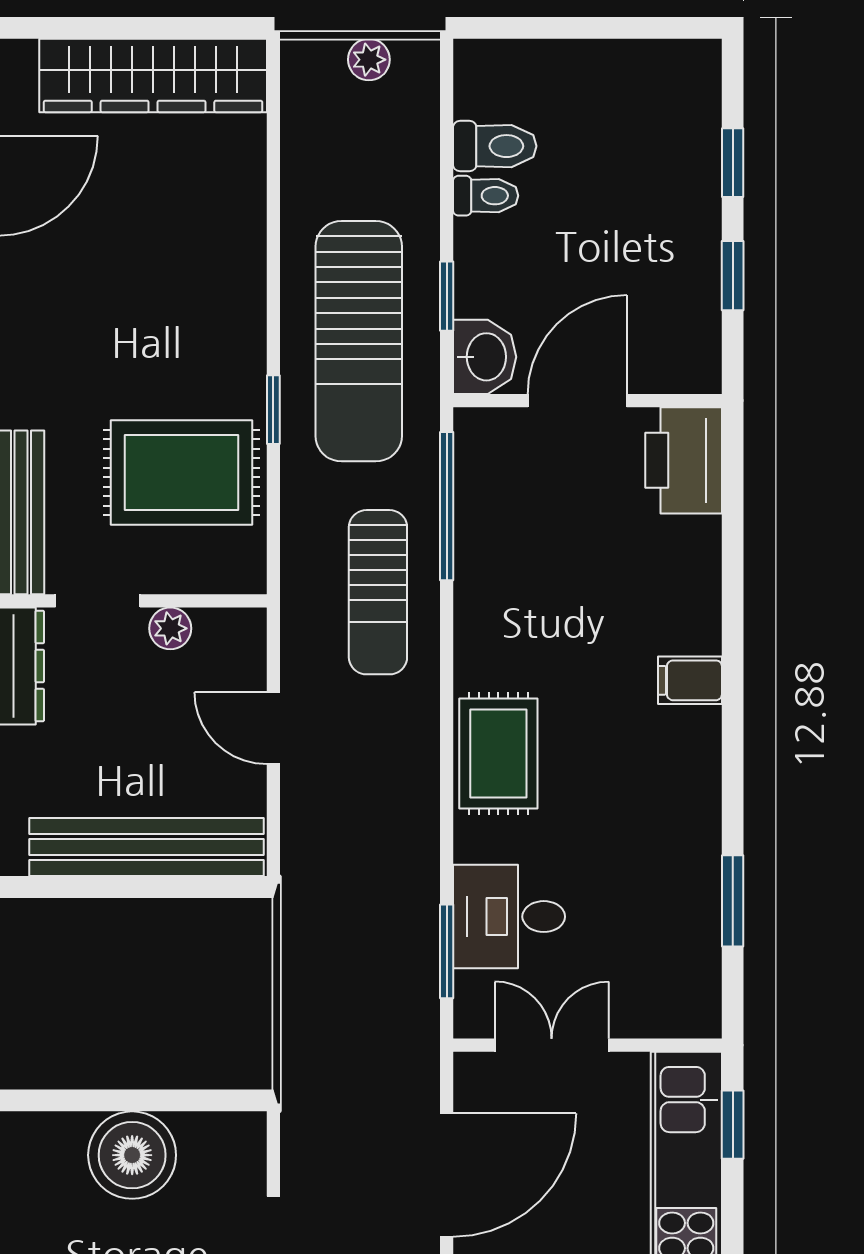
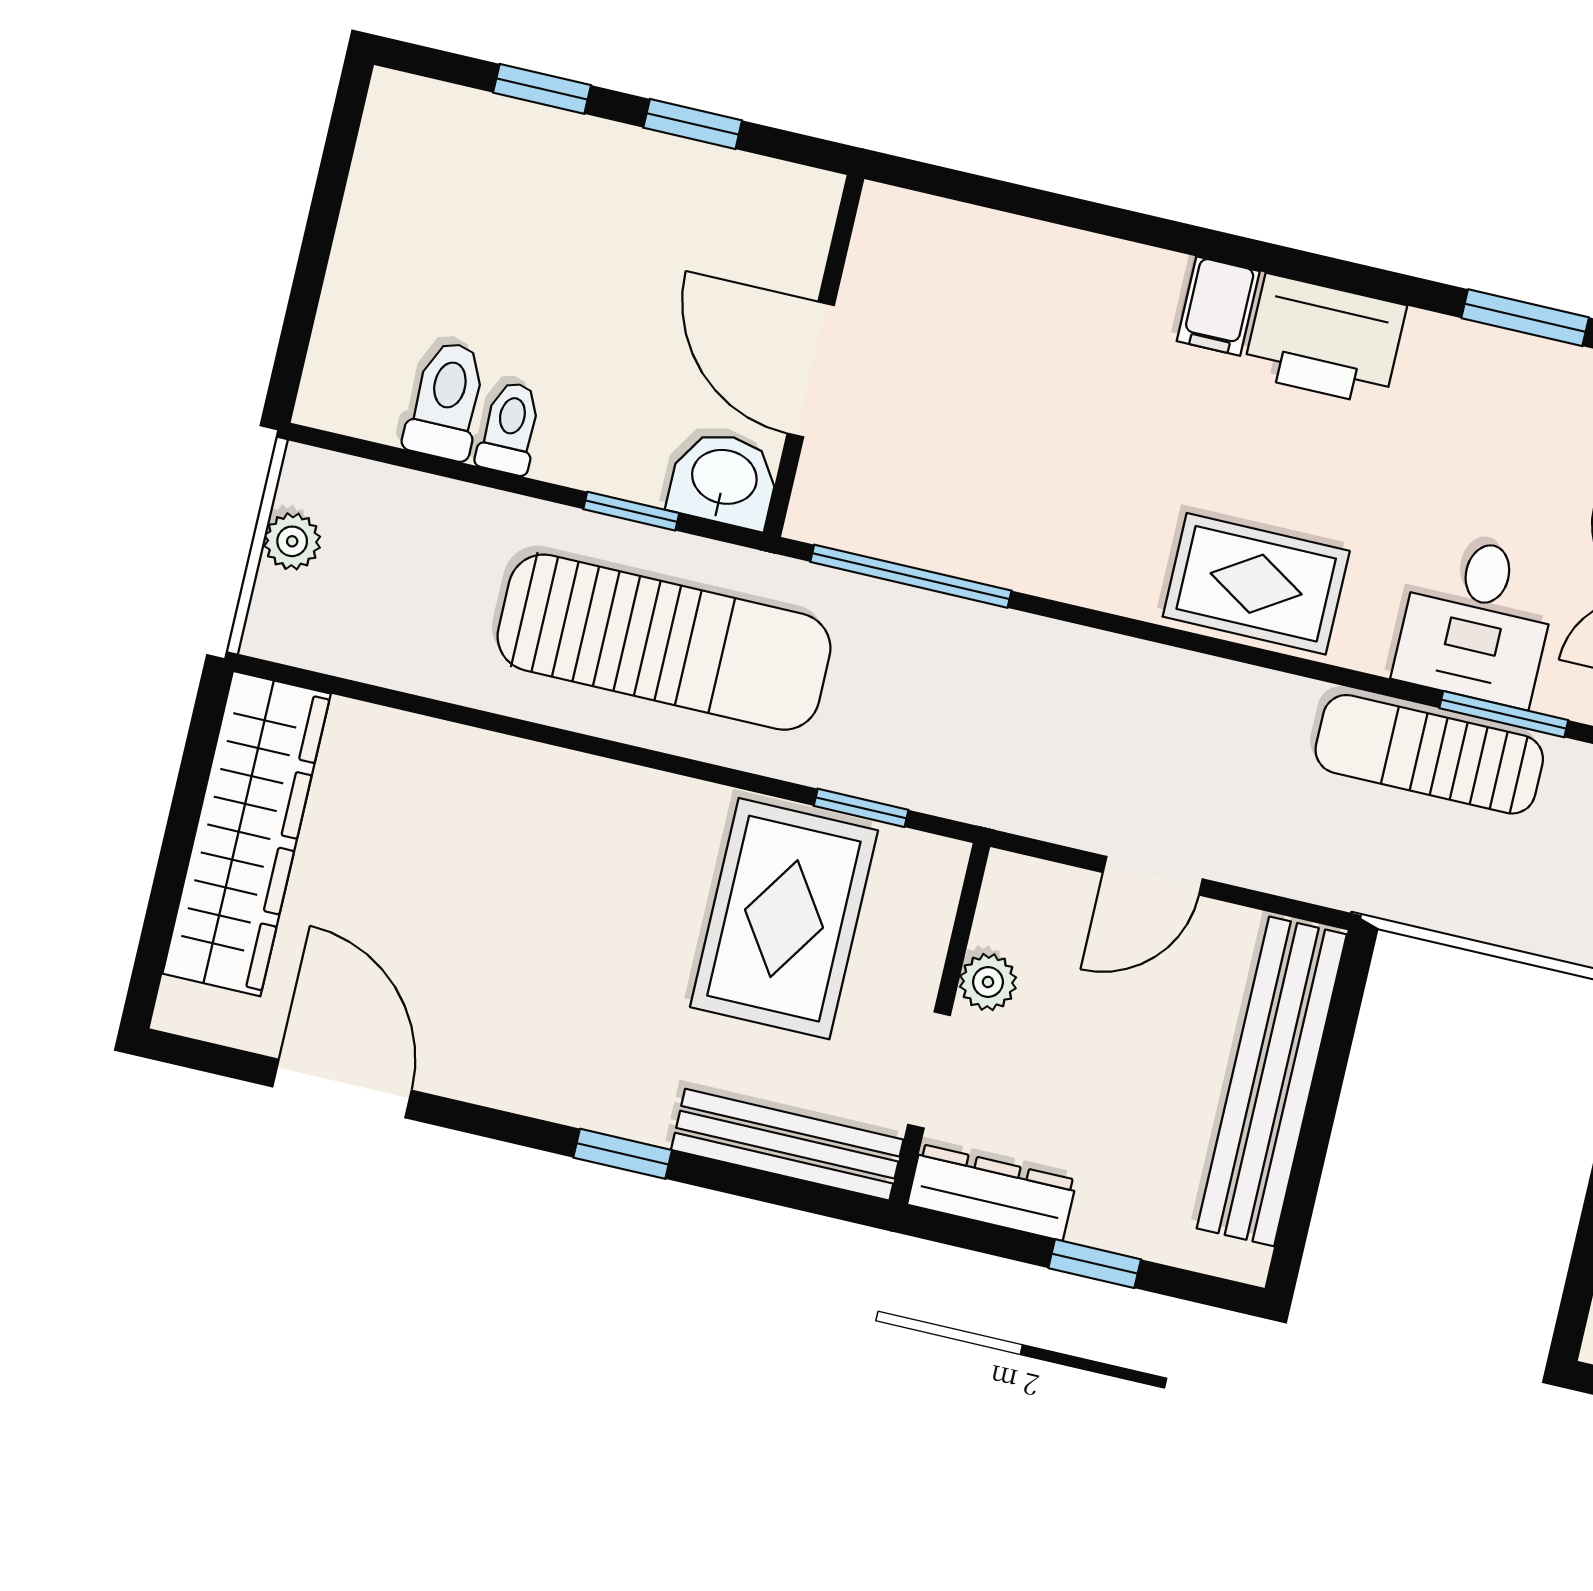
window: (273, 410) -> (861, 808), moved
printer: (684, 460) -> (1325, 340), moved
sun lounger: (378, 592) -> (1429, 754), moved, turned 180

